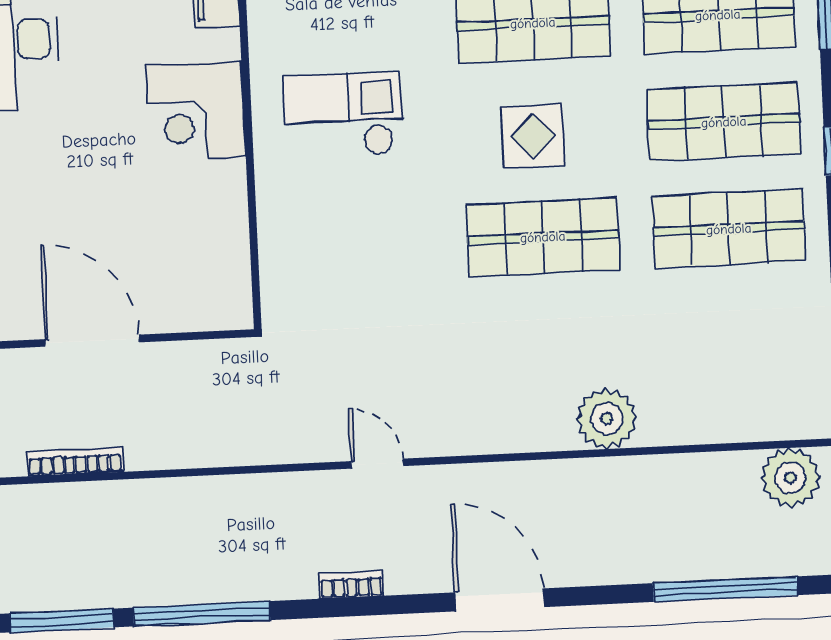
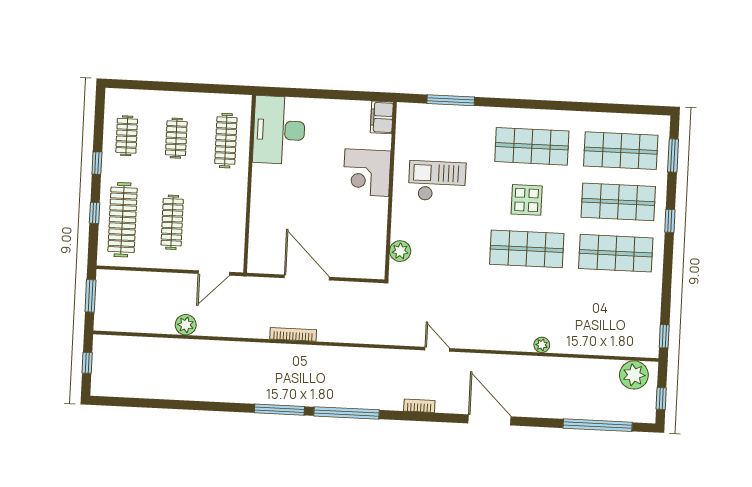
plant: (281, 267) -> (400, 251), added
plant: (607, 419) -> (542, 345), width x0.53, depth x0.53

